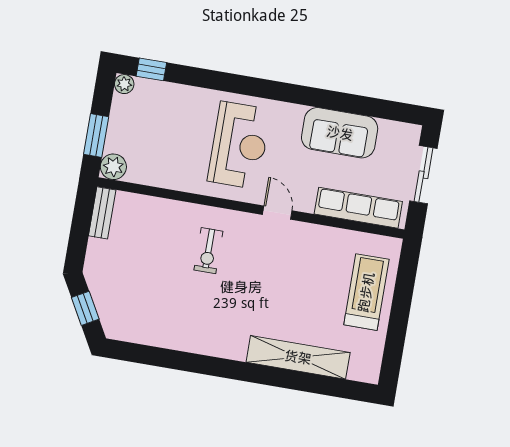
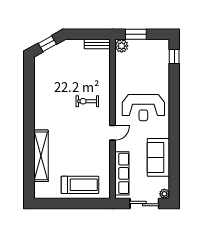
plant: (124, 84) -> (164, 194), moved

